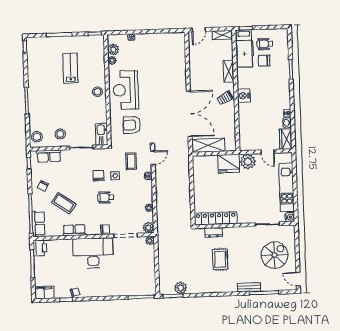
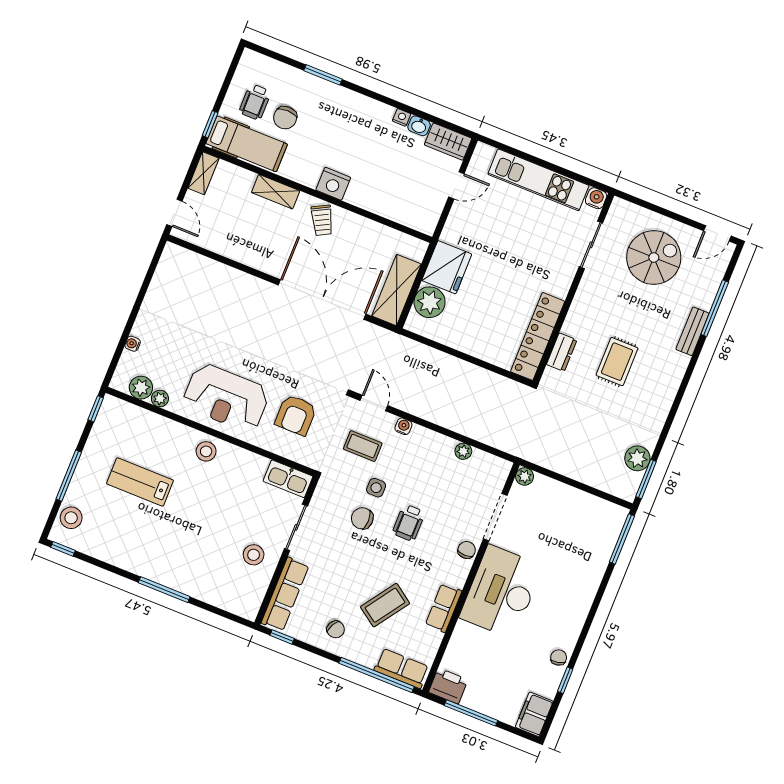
stool: (37, 137) -> (71, 518), moved
row of seats: (49, 156) -> (285, 594), width x1.48
plant: (248, 161) -> (430, 302), moved
plant: (148, 228) -> (499, 469), removed
spiral stairs: (275, 255) -> (654, 258), turned 90
rug: (220, 259) -> (617, 362), turned 90

